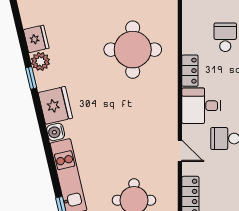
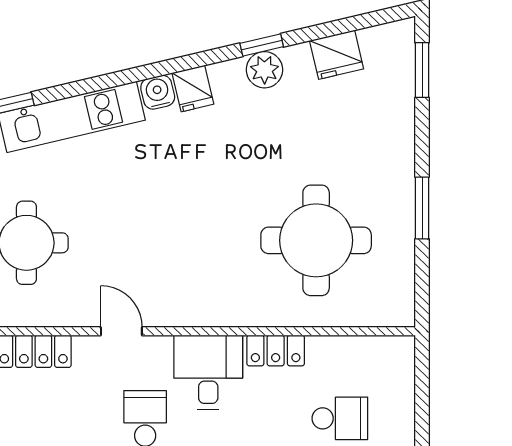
plant: (40, 61) -> (264, 70), moved
fridge: (55, 105) -> (193, 88), width x0.53, depth x0.75
door: (180, 151) -> (121, 331), swing flipped

